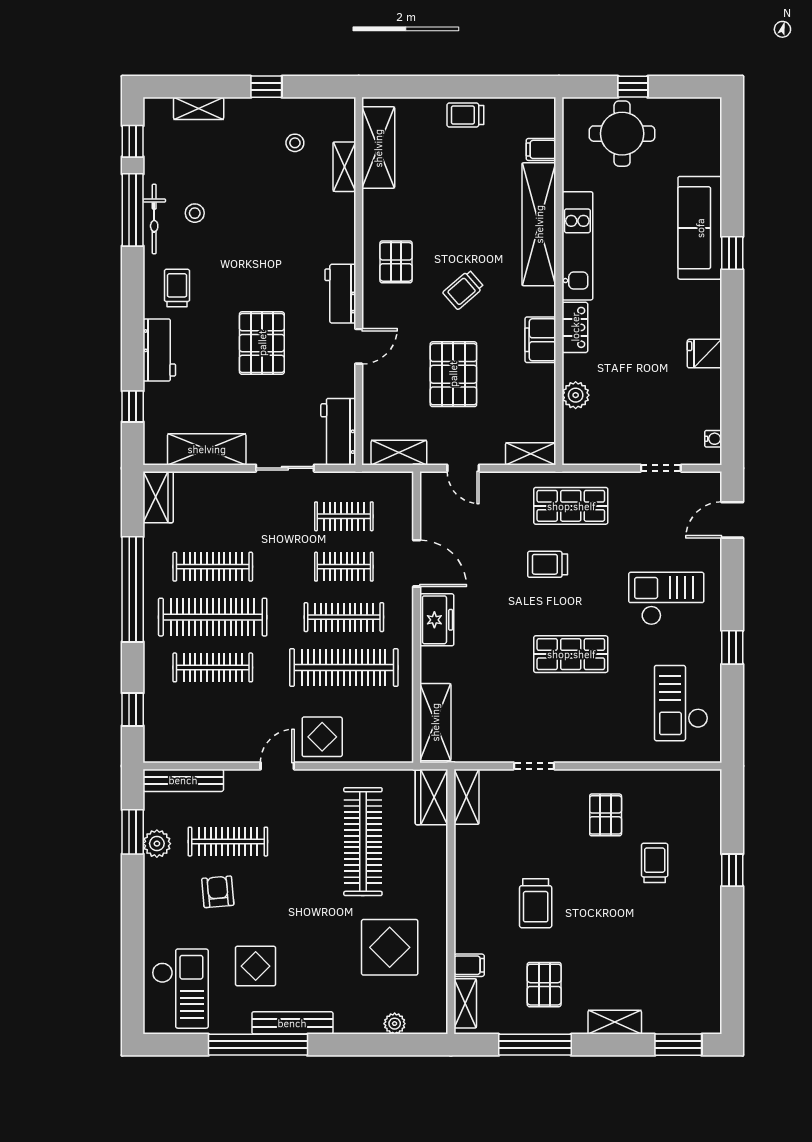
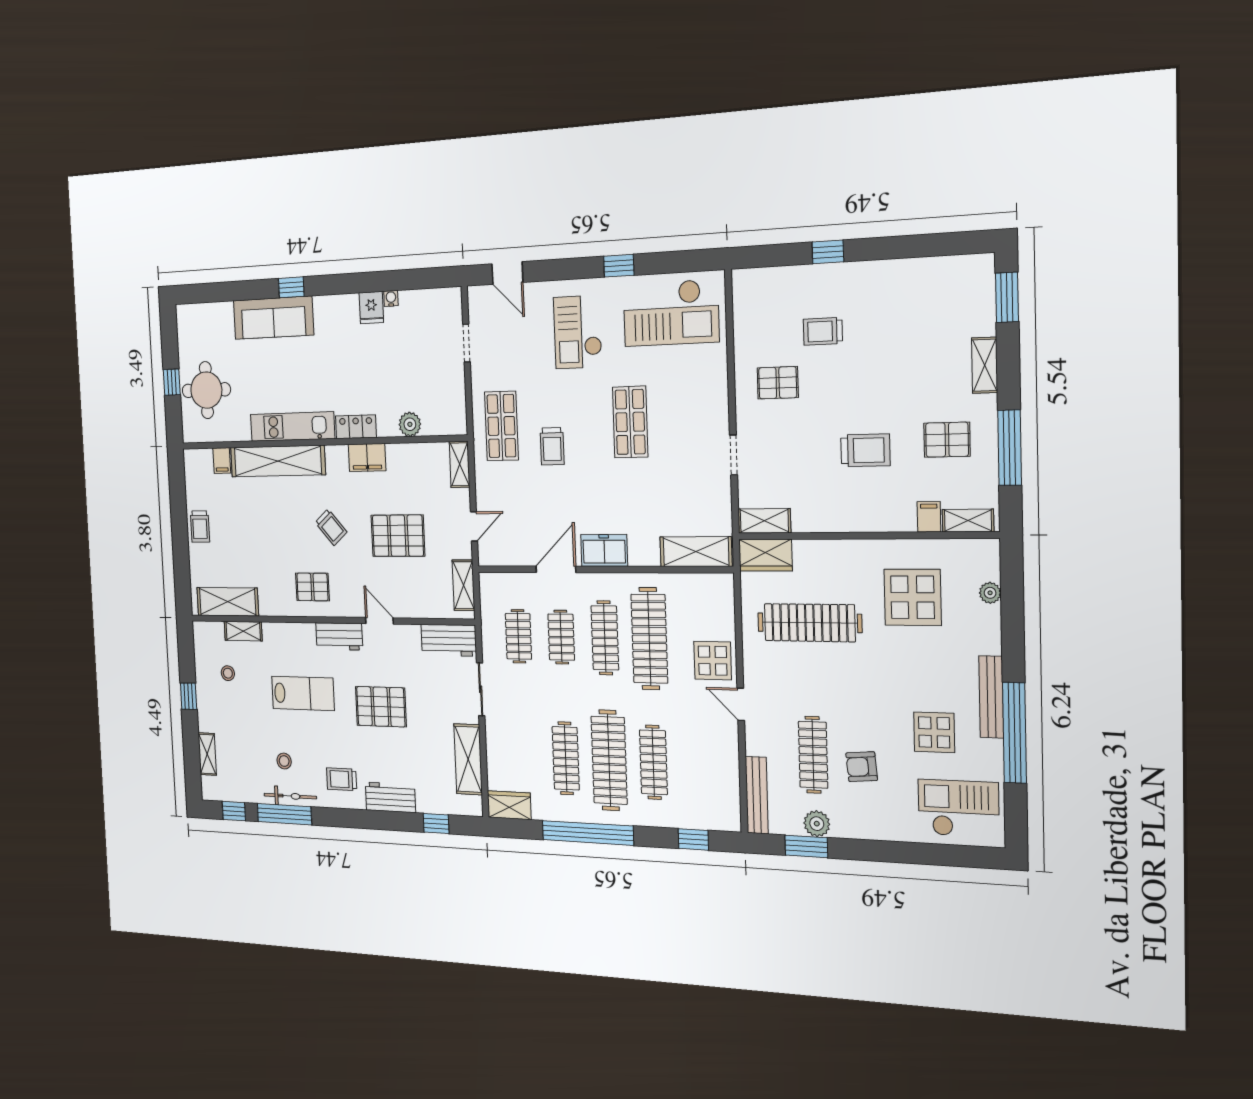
lab bench: (274, 243) -> (303, 693), added
water cooler: (713, 439) -> (391, 298), moved
checkout: (681, 703) -> (671, 313), width x1.36, depth x1.21

